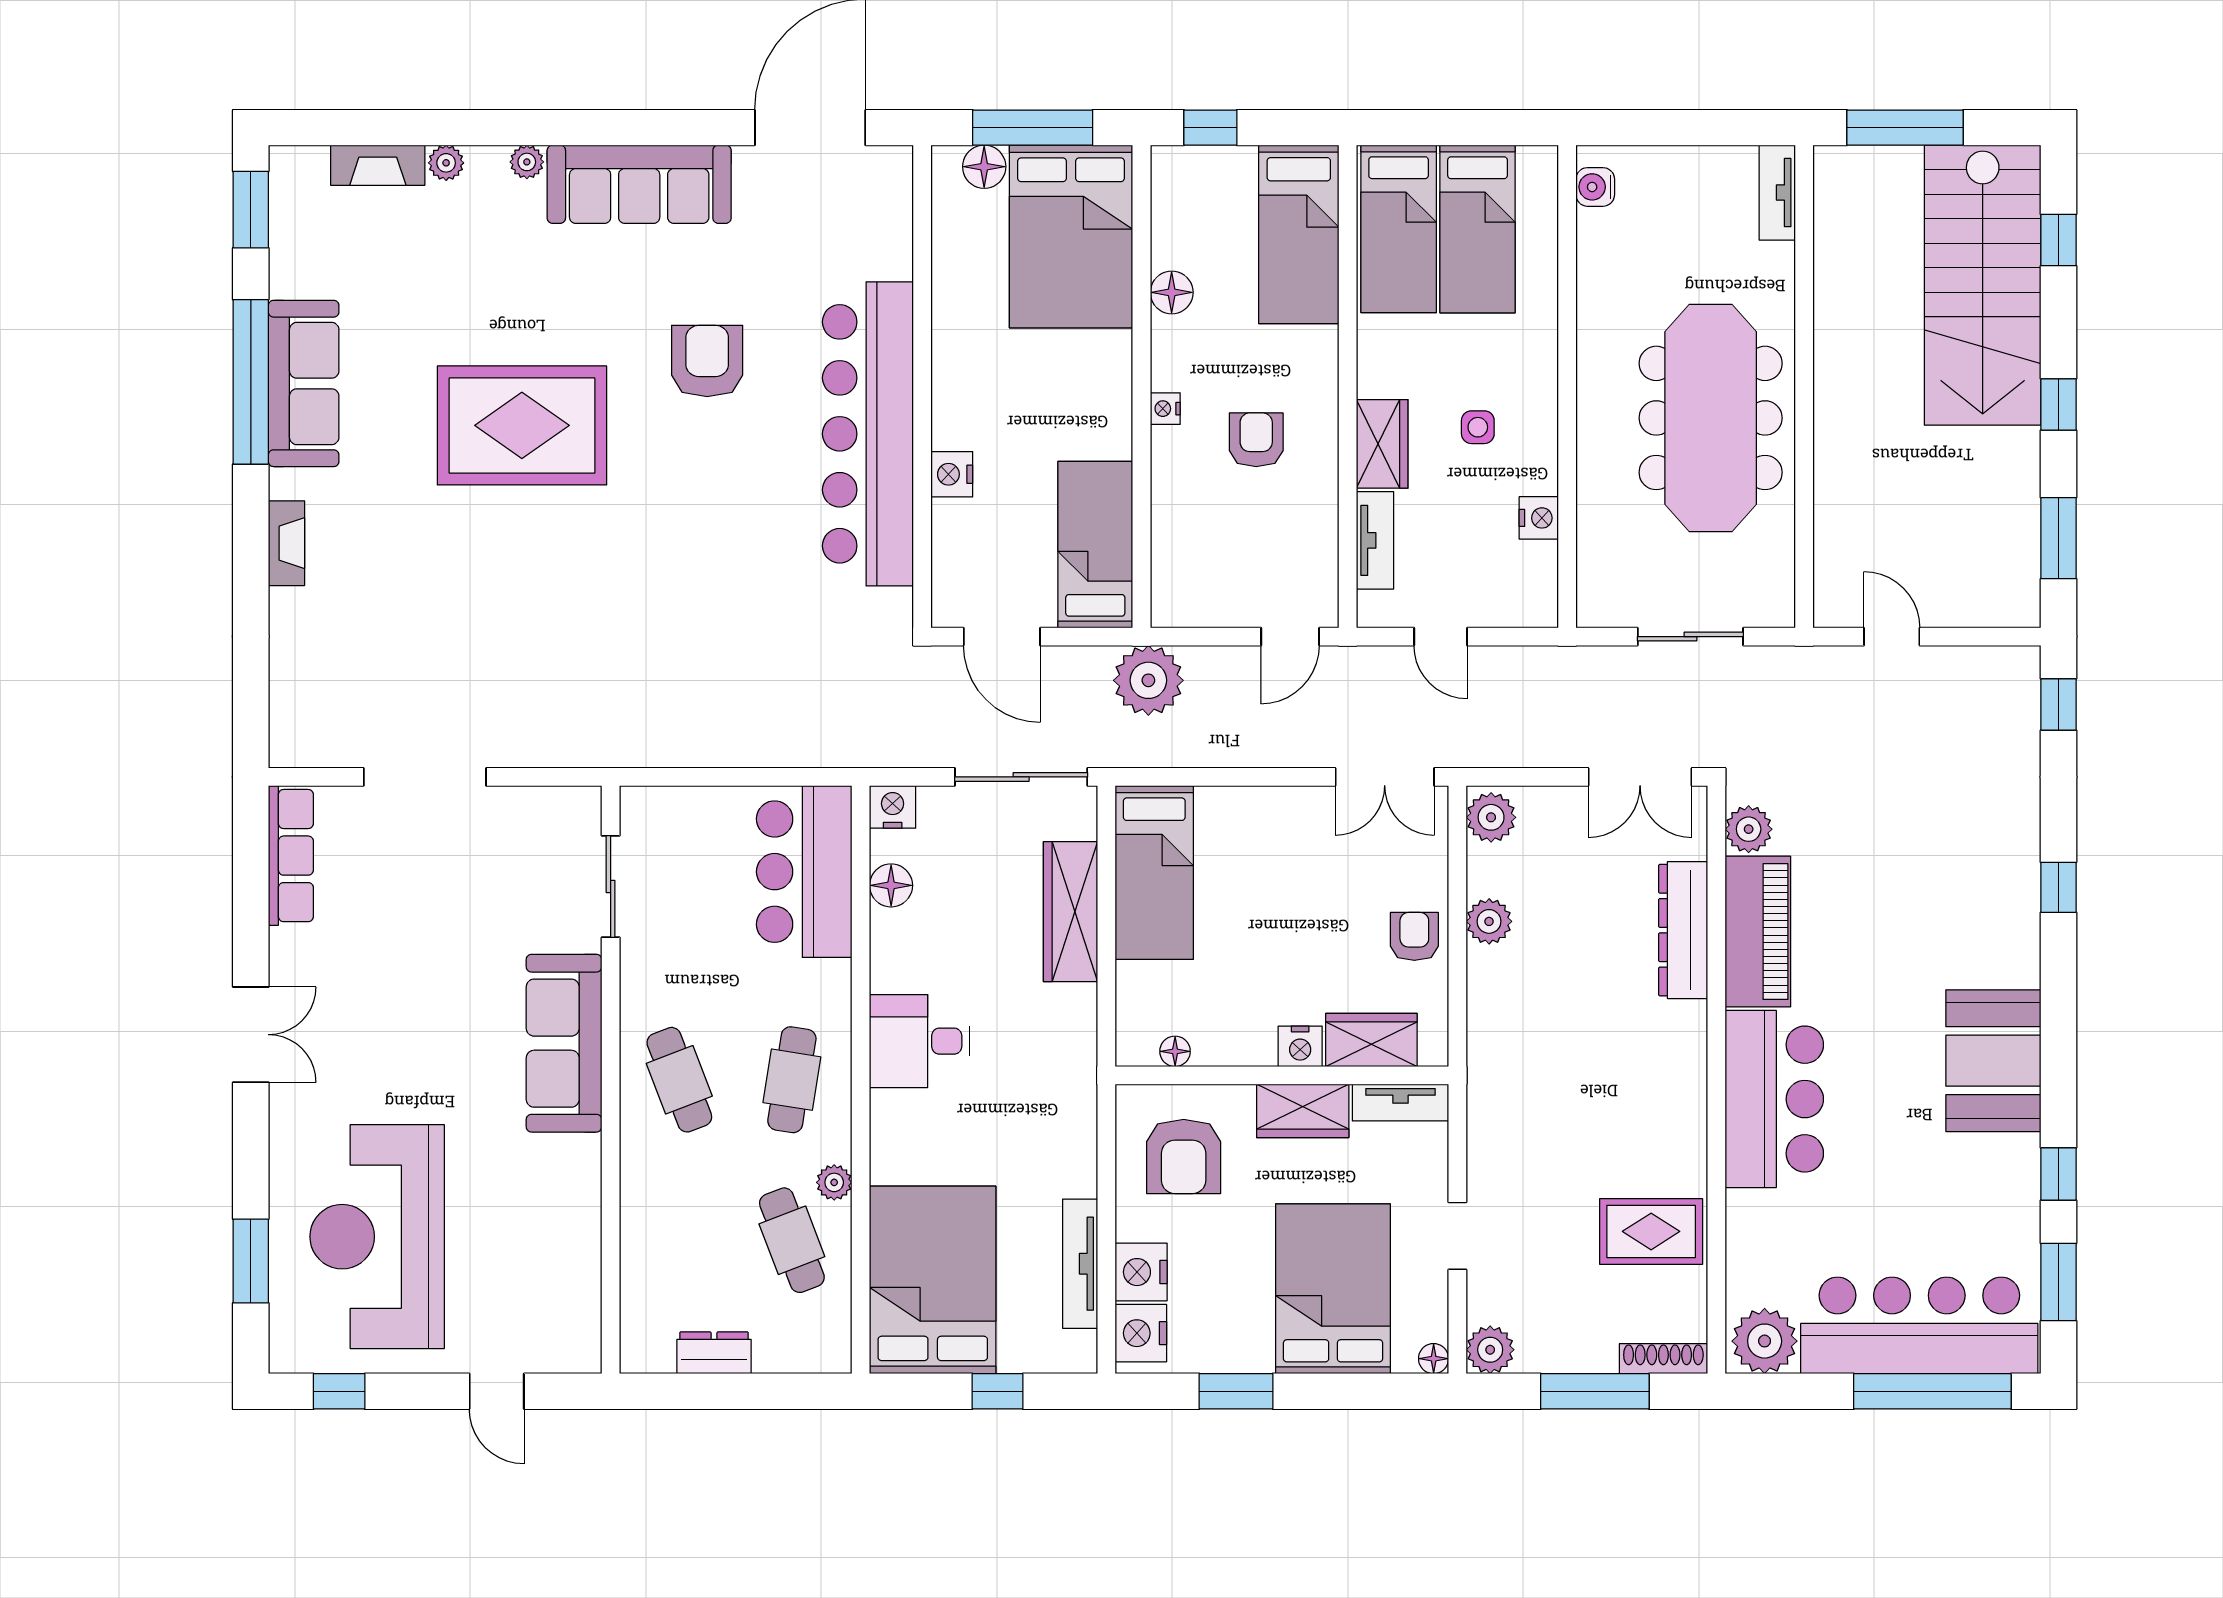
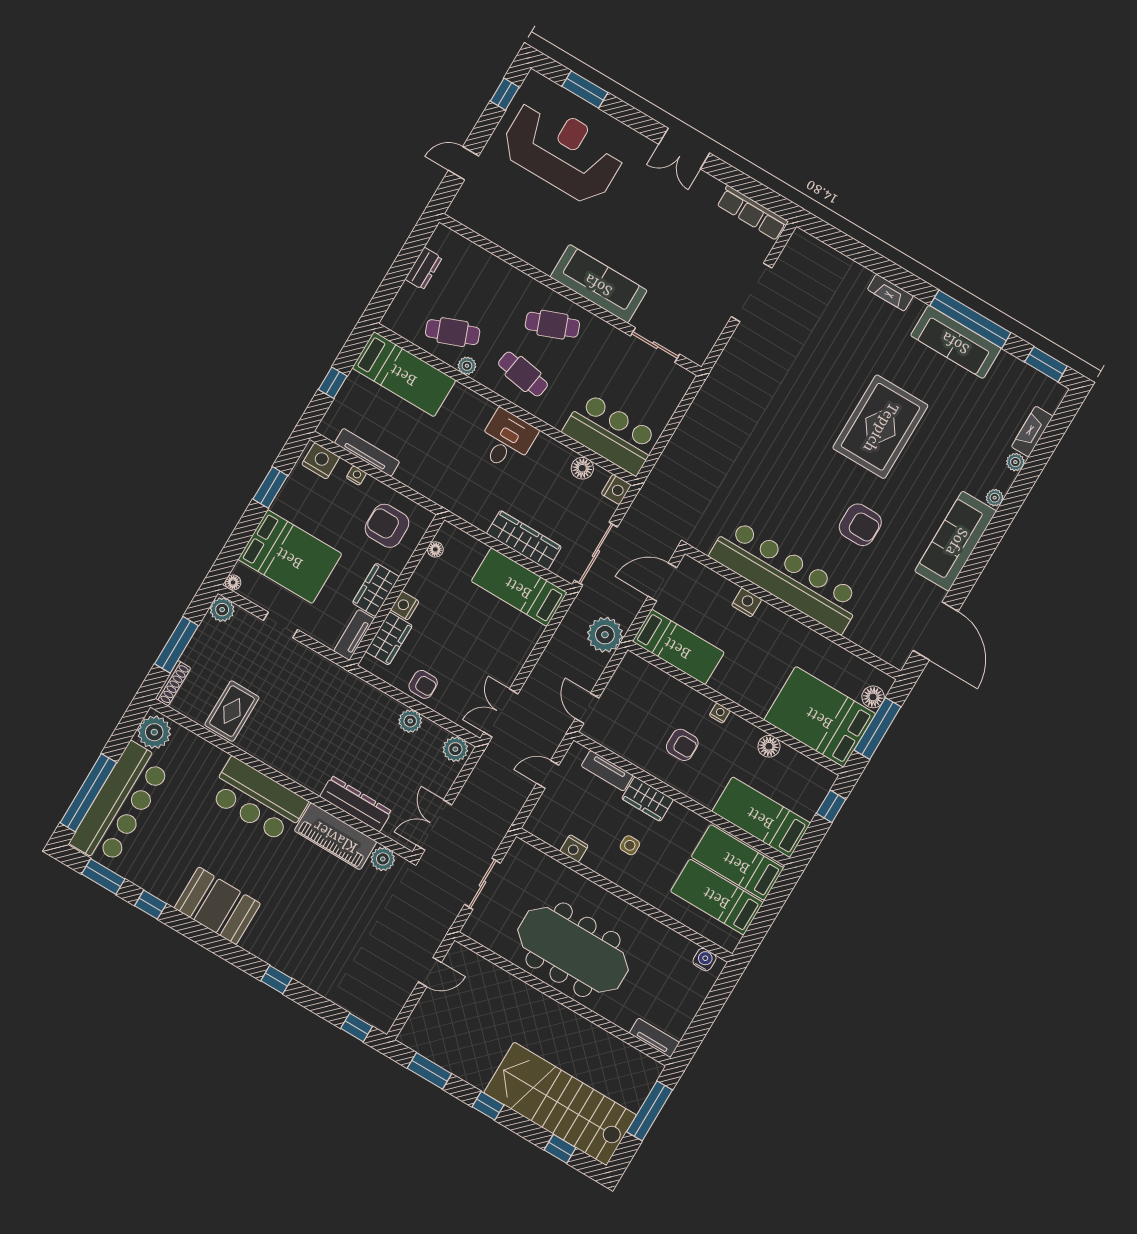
nightstand: (1141, 1272) -> (356, 475), width x0.53, depth x0.56
bed: (933, 1280) -> (404, 374), width x0.67

